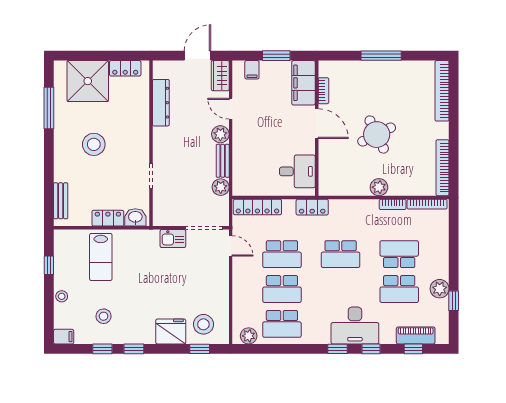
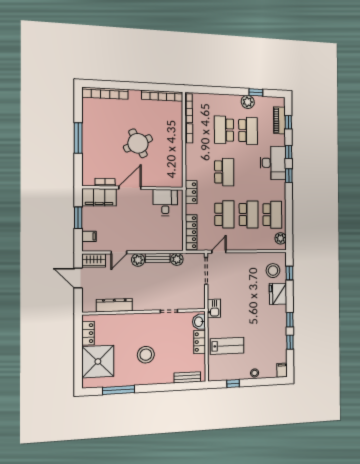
plant: (379, 187) -> (177, 143), removed
kitchen sink: (173, 239) -> (214, 308), moved
stool: (104, 316) -> (268, 342), removed

